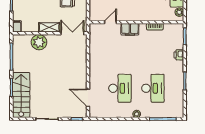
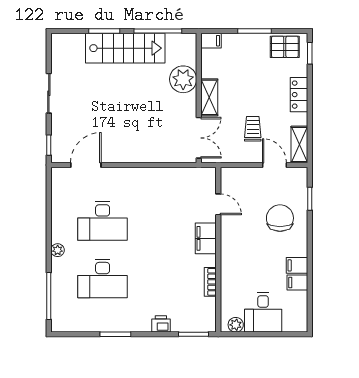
stairs: (21, 95) -> (125, 48), moved

